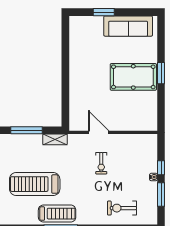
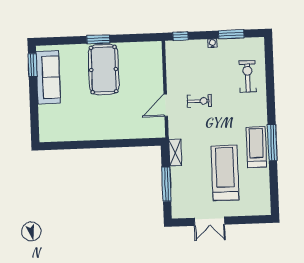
window: (104, 12) -> (32, 65), moved
window: (161, 168) -> (180, 36), moved
treadmill: (35, 184) -> (225, 173), turned 180
exercise bike: (122, 208) -> (248, 76), turned 180

